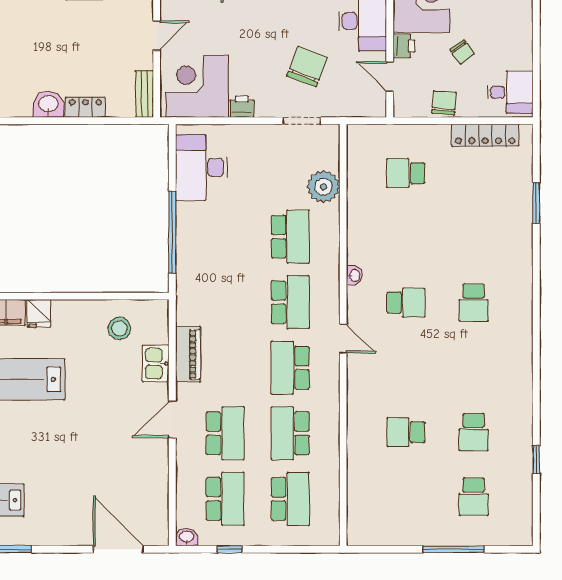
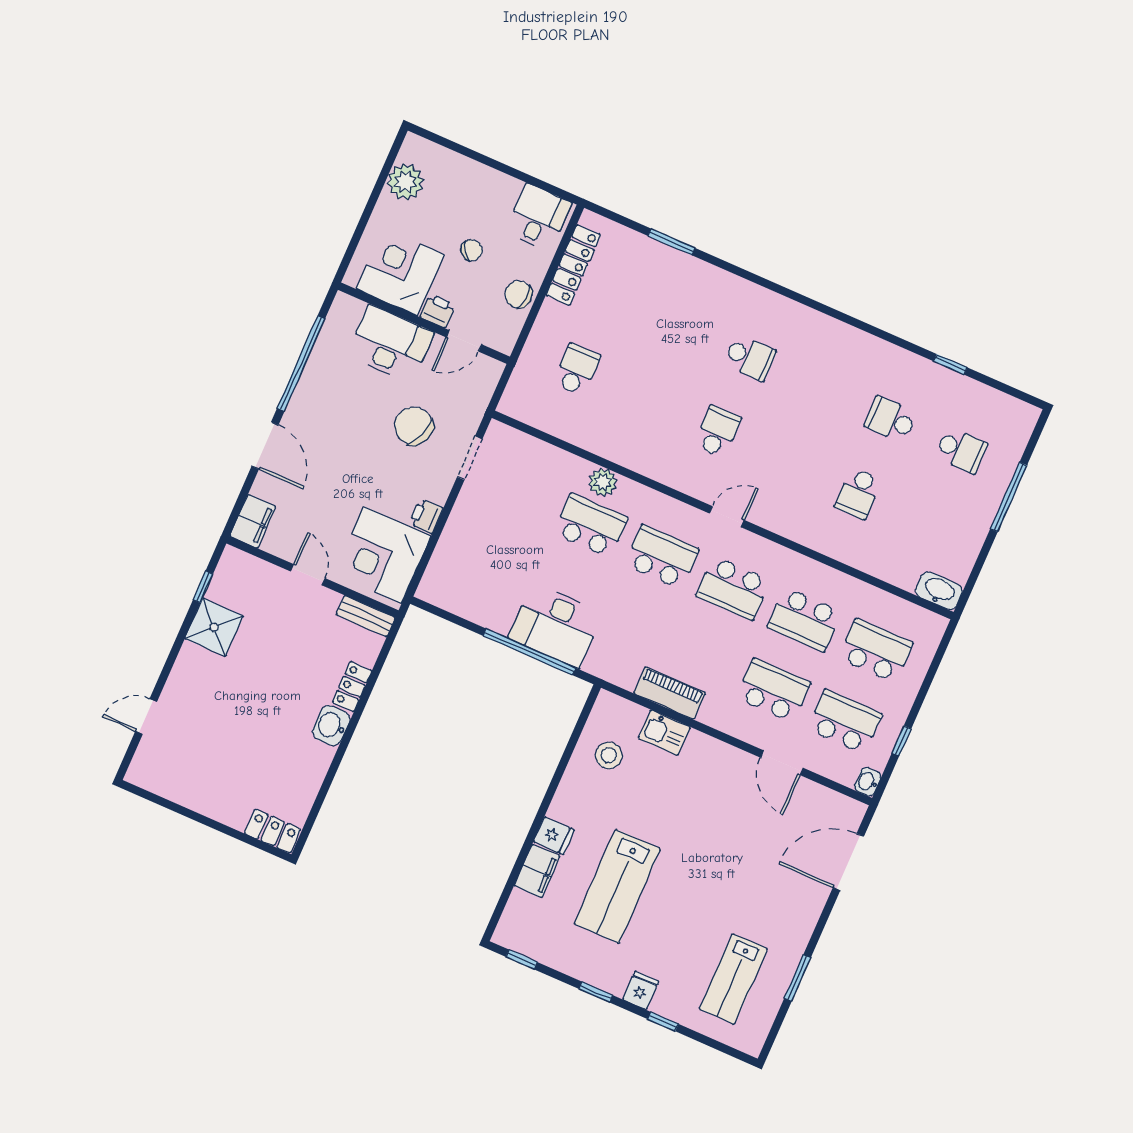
desk: (201, 168) -> (556, 625), moved
school desk: (406, 173) -> (577, 370), turned 180
plant: (323, 187) -> (603, 482), moved, width x0.73, depth x0.73
washbasin: (354, 275) -> (939, 591), moved, width x1.91, depth x1.45
door: (172, 419) -> (782, 763), moved
school desk: (474, 432) -> (891, 419), turned 180

